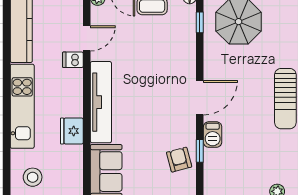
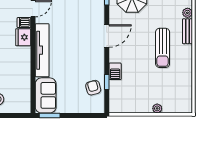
door: (200, 98) -> (107, 36), moved
fridge: (72, 131) -> (23, 37), moved

